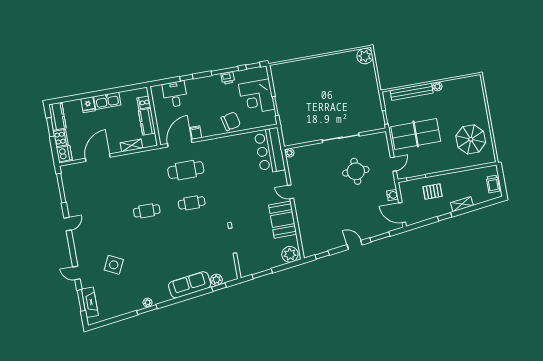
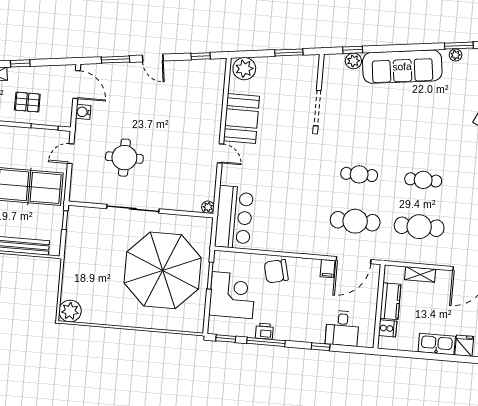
parasol: (309, 101) -> (163, 270), added
cafe table: (141, 178) -> (419, 227), added
sofa: (190, 285) -> (402, 67), width x1.36, depth x1.27

